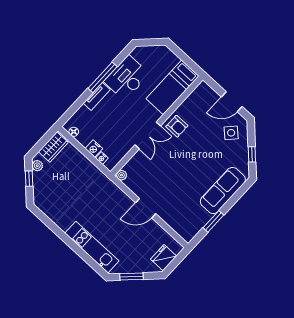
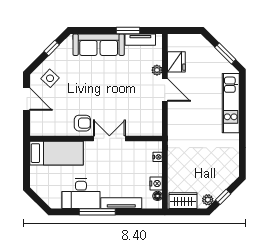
tv unit: (97, 96) -> (121, 203), width x1.41
armchair: (177, 126) -> (82, 123), turned 90
nightstand: (94, 149) -> (156, 184), moved
plant: (122, 175) -> (157, 70), moved
tv unit: (199, 224) -> (140, 40), added
fridge: (164, 258) -> (176, 62), moved, turned -90

